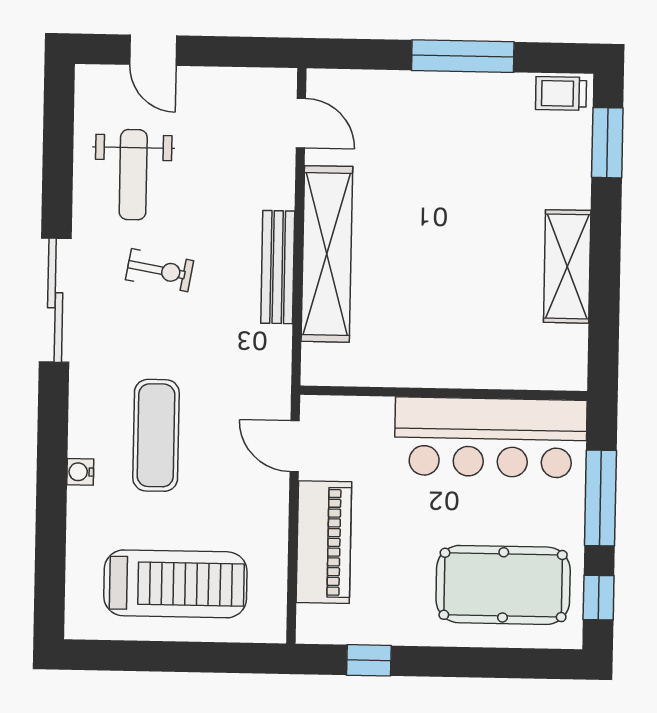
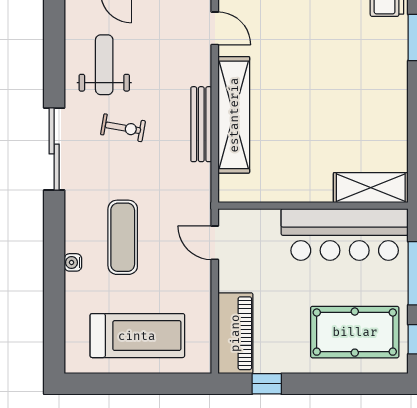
weight bench: (133, 175) -> (104, 65), turned 180
shelving: (567, 266) -> (371, 188), moved, turned 90
piano: (324, 542) -> (235, 333), moved

